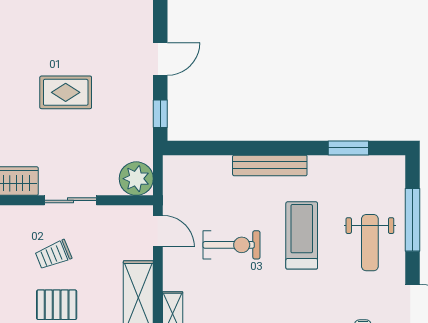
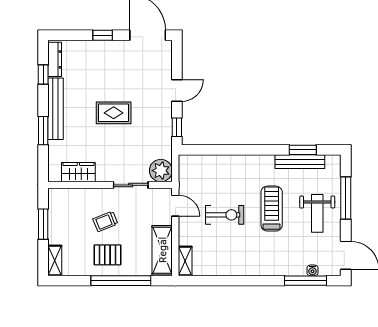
bench: (270, 165) -> (300, 162), moved
sliding door: (70, 200) -> (131, 185), moved

